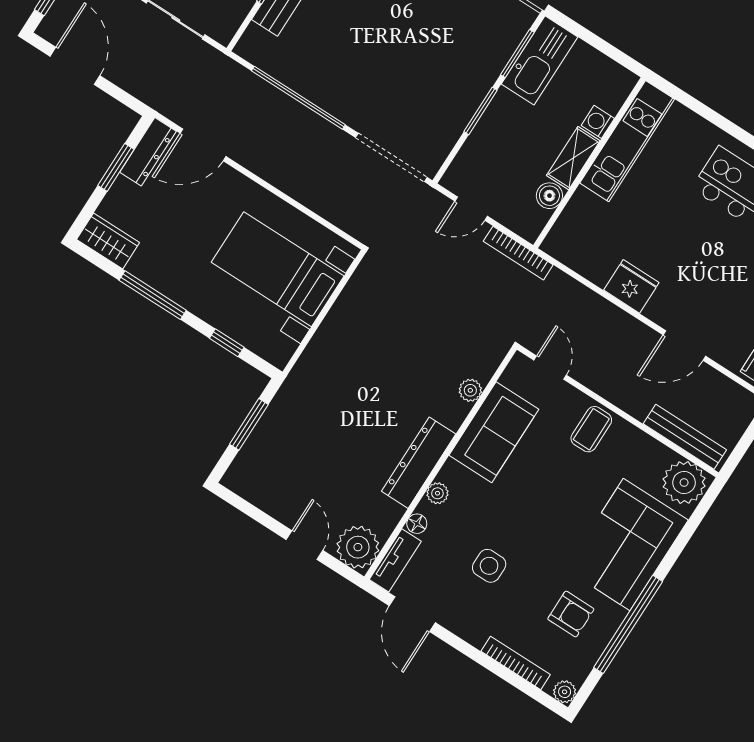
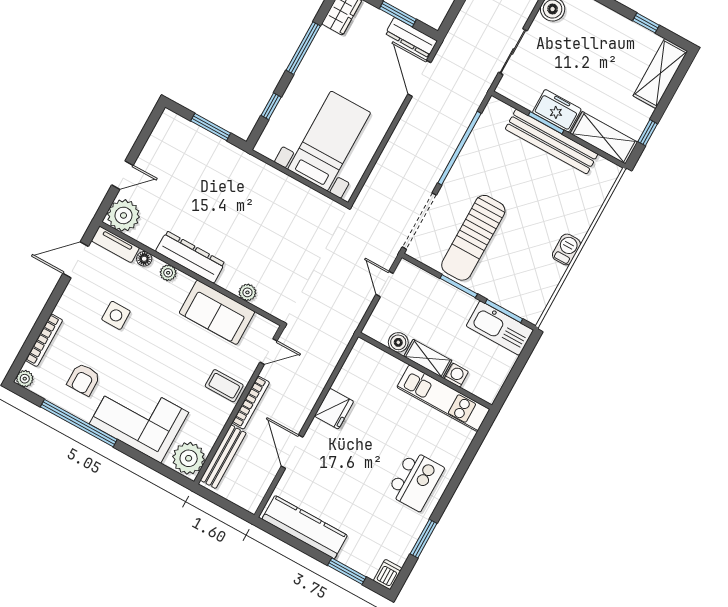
sun lounger: (418, 87) -> (473, 238), added
bookcase: (518, 253) -> (251, 403), moved, turned 180

